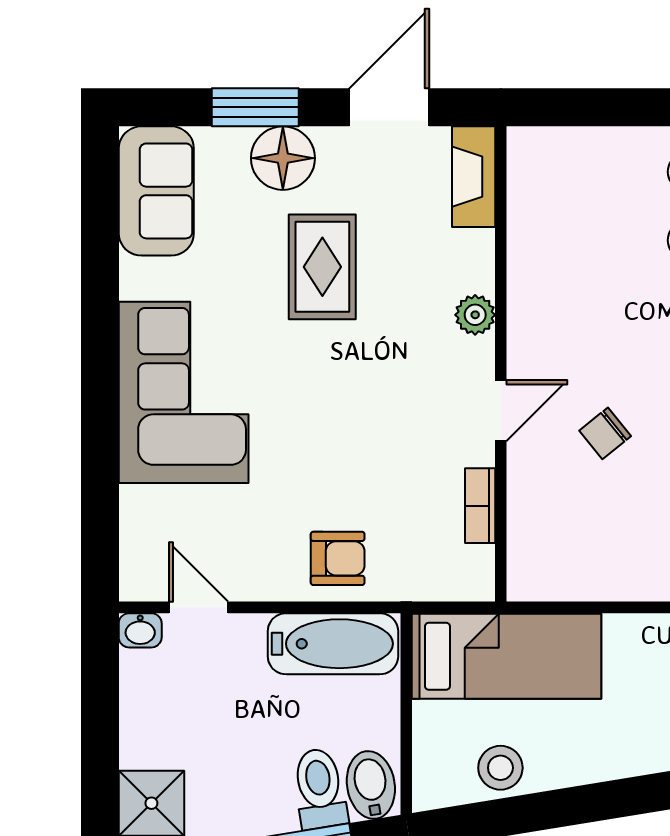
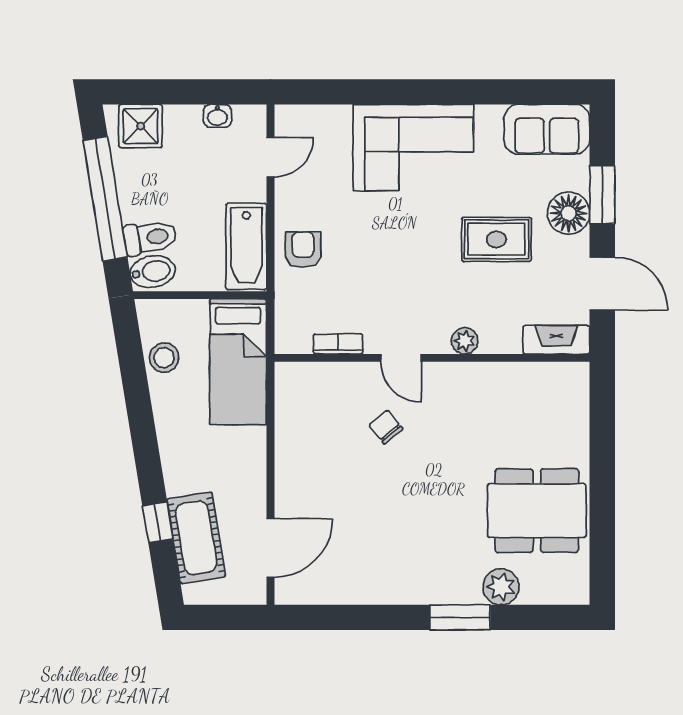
armchair: (338, 558) -> (303, 250), turned 180
washbasin: (140, 630) -> (217, 116), moved, turned -90

